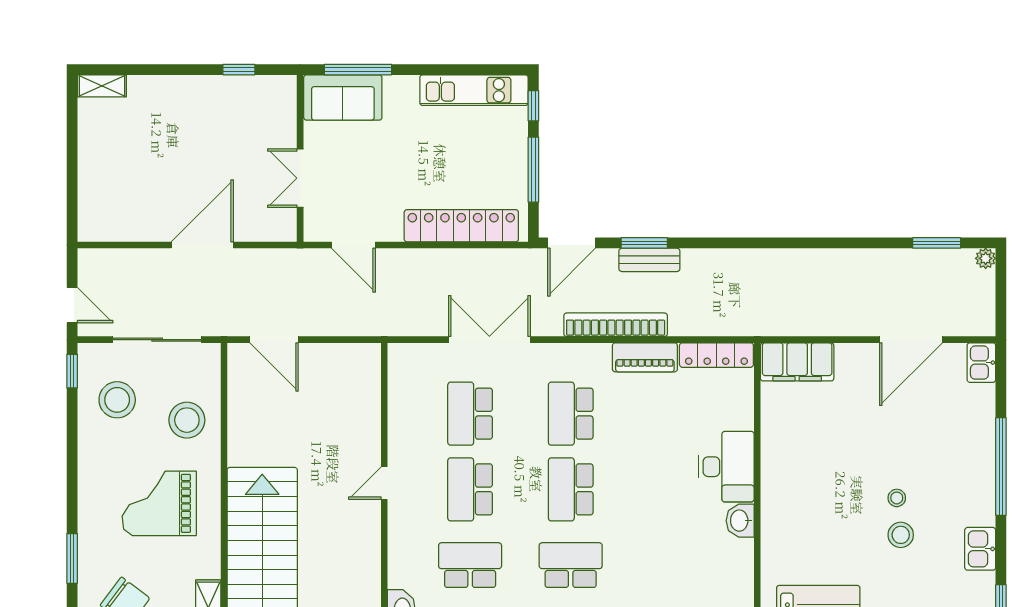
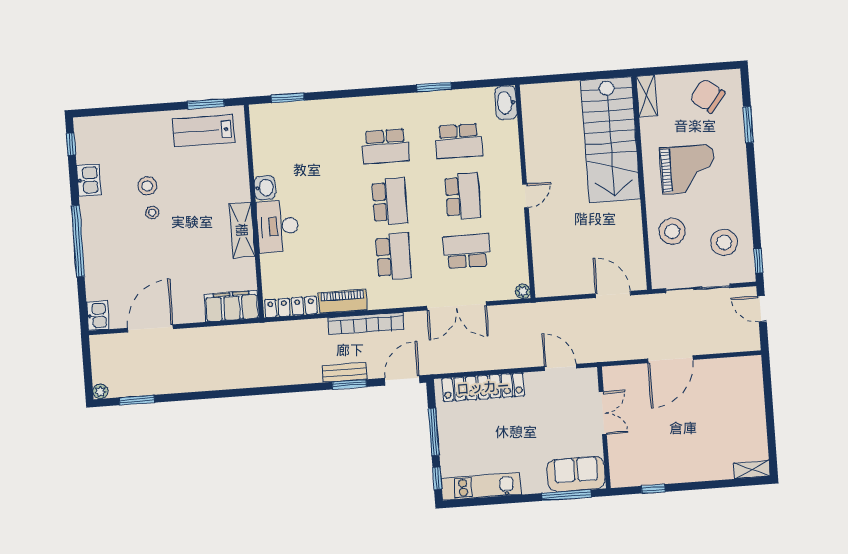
plant: (397, 353) -> (523, 291), added
school desk: (470, 414) -> (467, 251), turned -90
shelving: (775, 465) -> (242, 230), added

